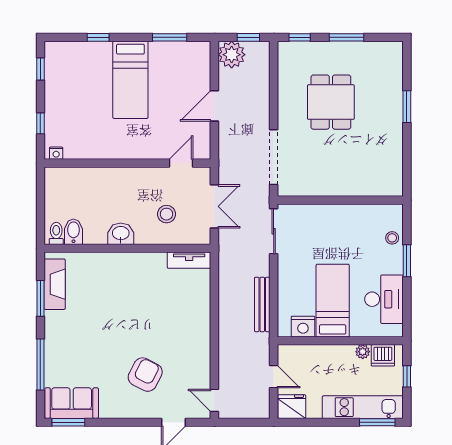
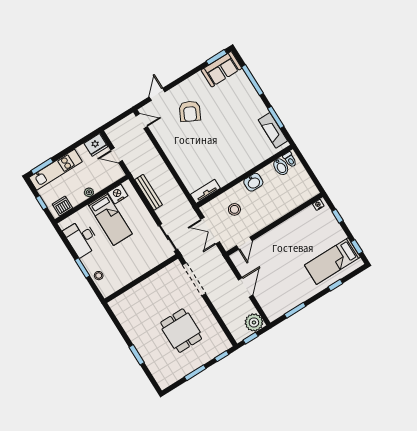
bed: (130, 80) -> (332, 261), moved, turned -90
plant: (363, 352) -> (89, 192), moved

